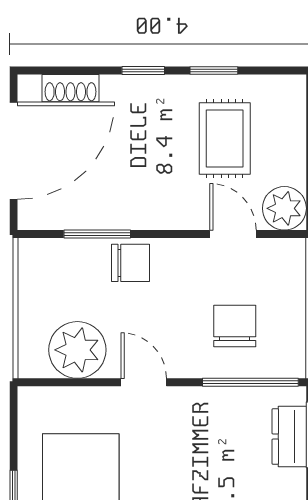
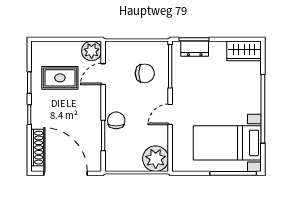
shoe rack: (71, 88) -> (37, 148), width x1.43
chair: (235, 326) -> (145, 73), turned 180
plant: (77, 350) -> (156, 159), moved

